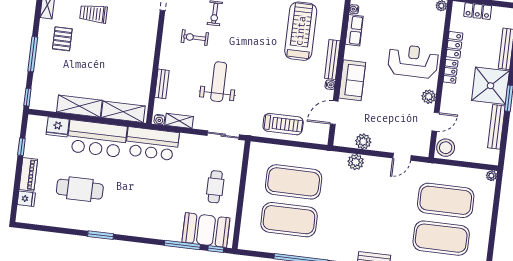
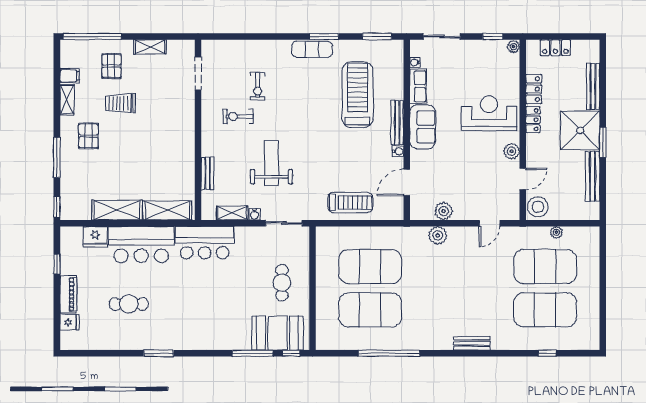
sofa: (352, 80) -> (423, 127), moved
water cooler: (159, 120) -> (255, 214), moved
plant: (491, 176) -> (556, 232), moved
cafe table: (80, 189) -> (129, 304), width x0.73, depth x0.74

